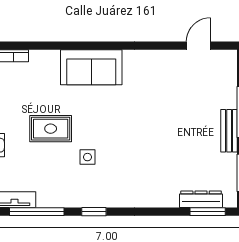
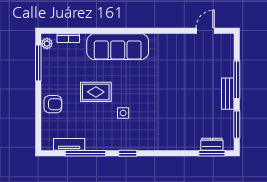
sofa: (91, 67) -> (118, 47), width x1.36
dresser: (201, 199) -> (212, 144), width x0.70

